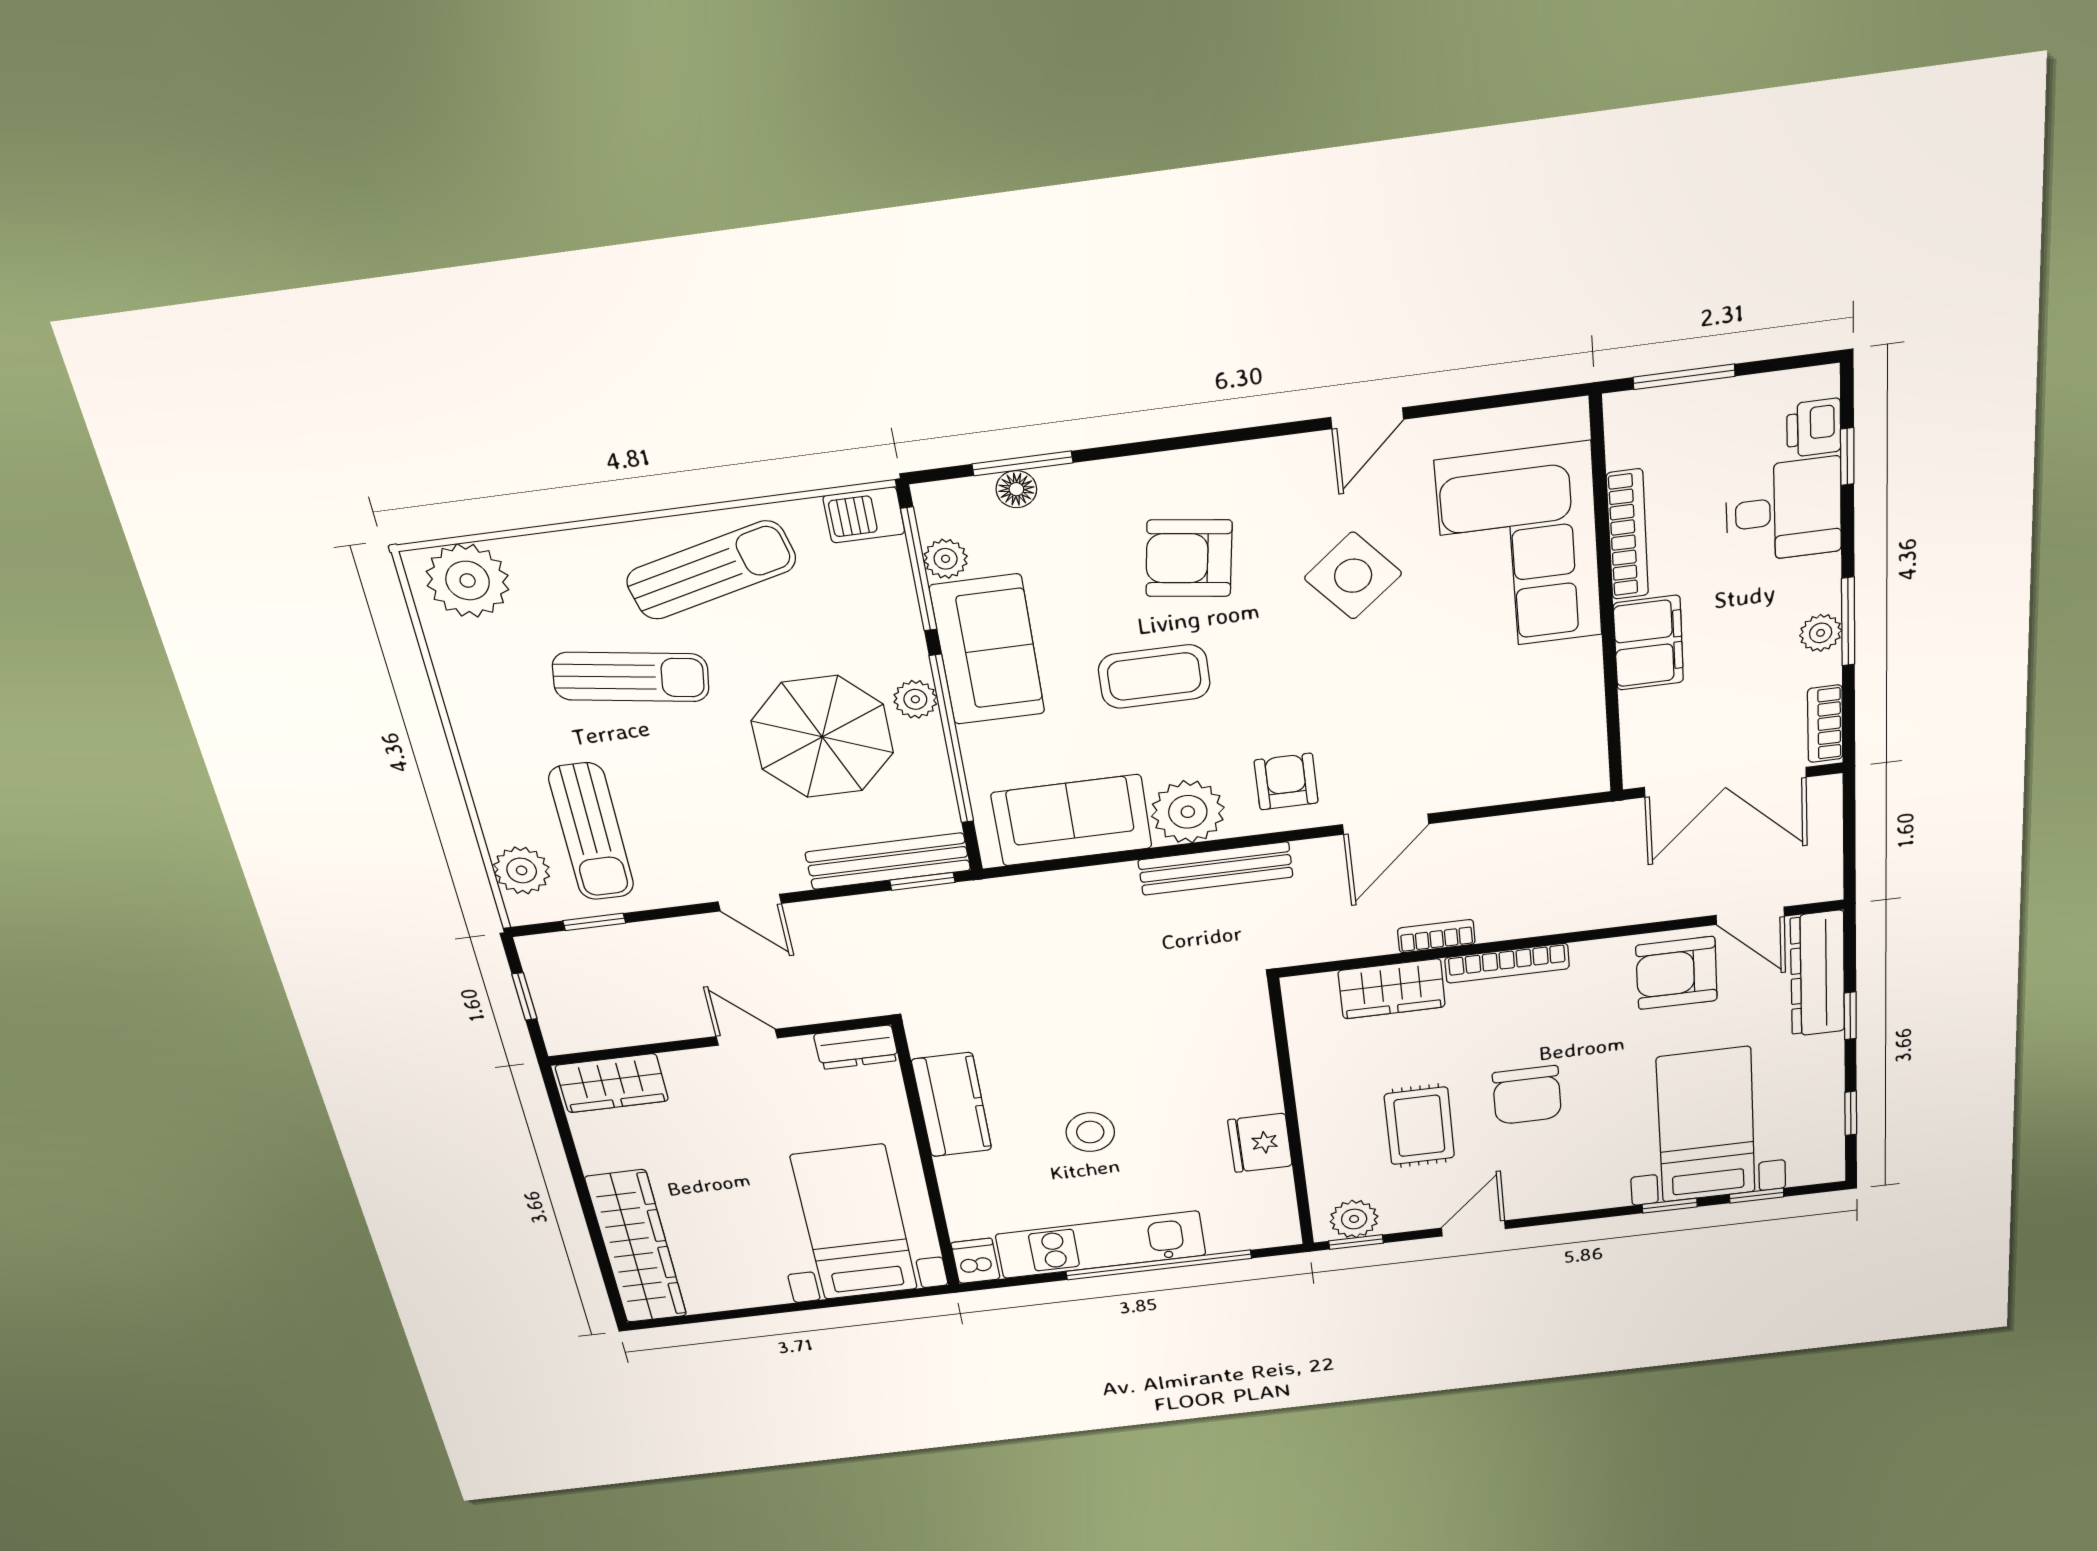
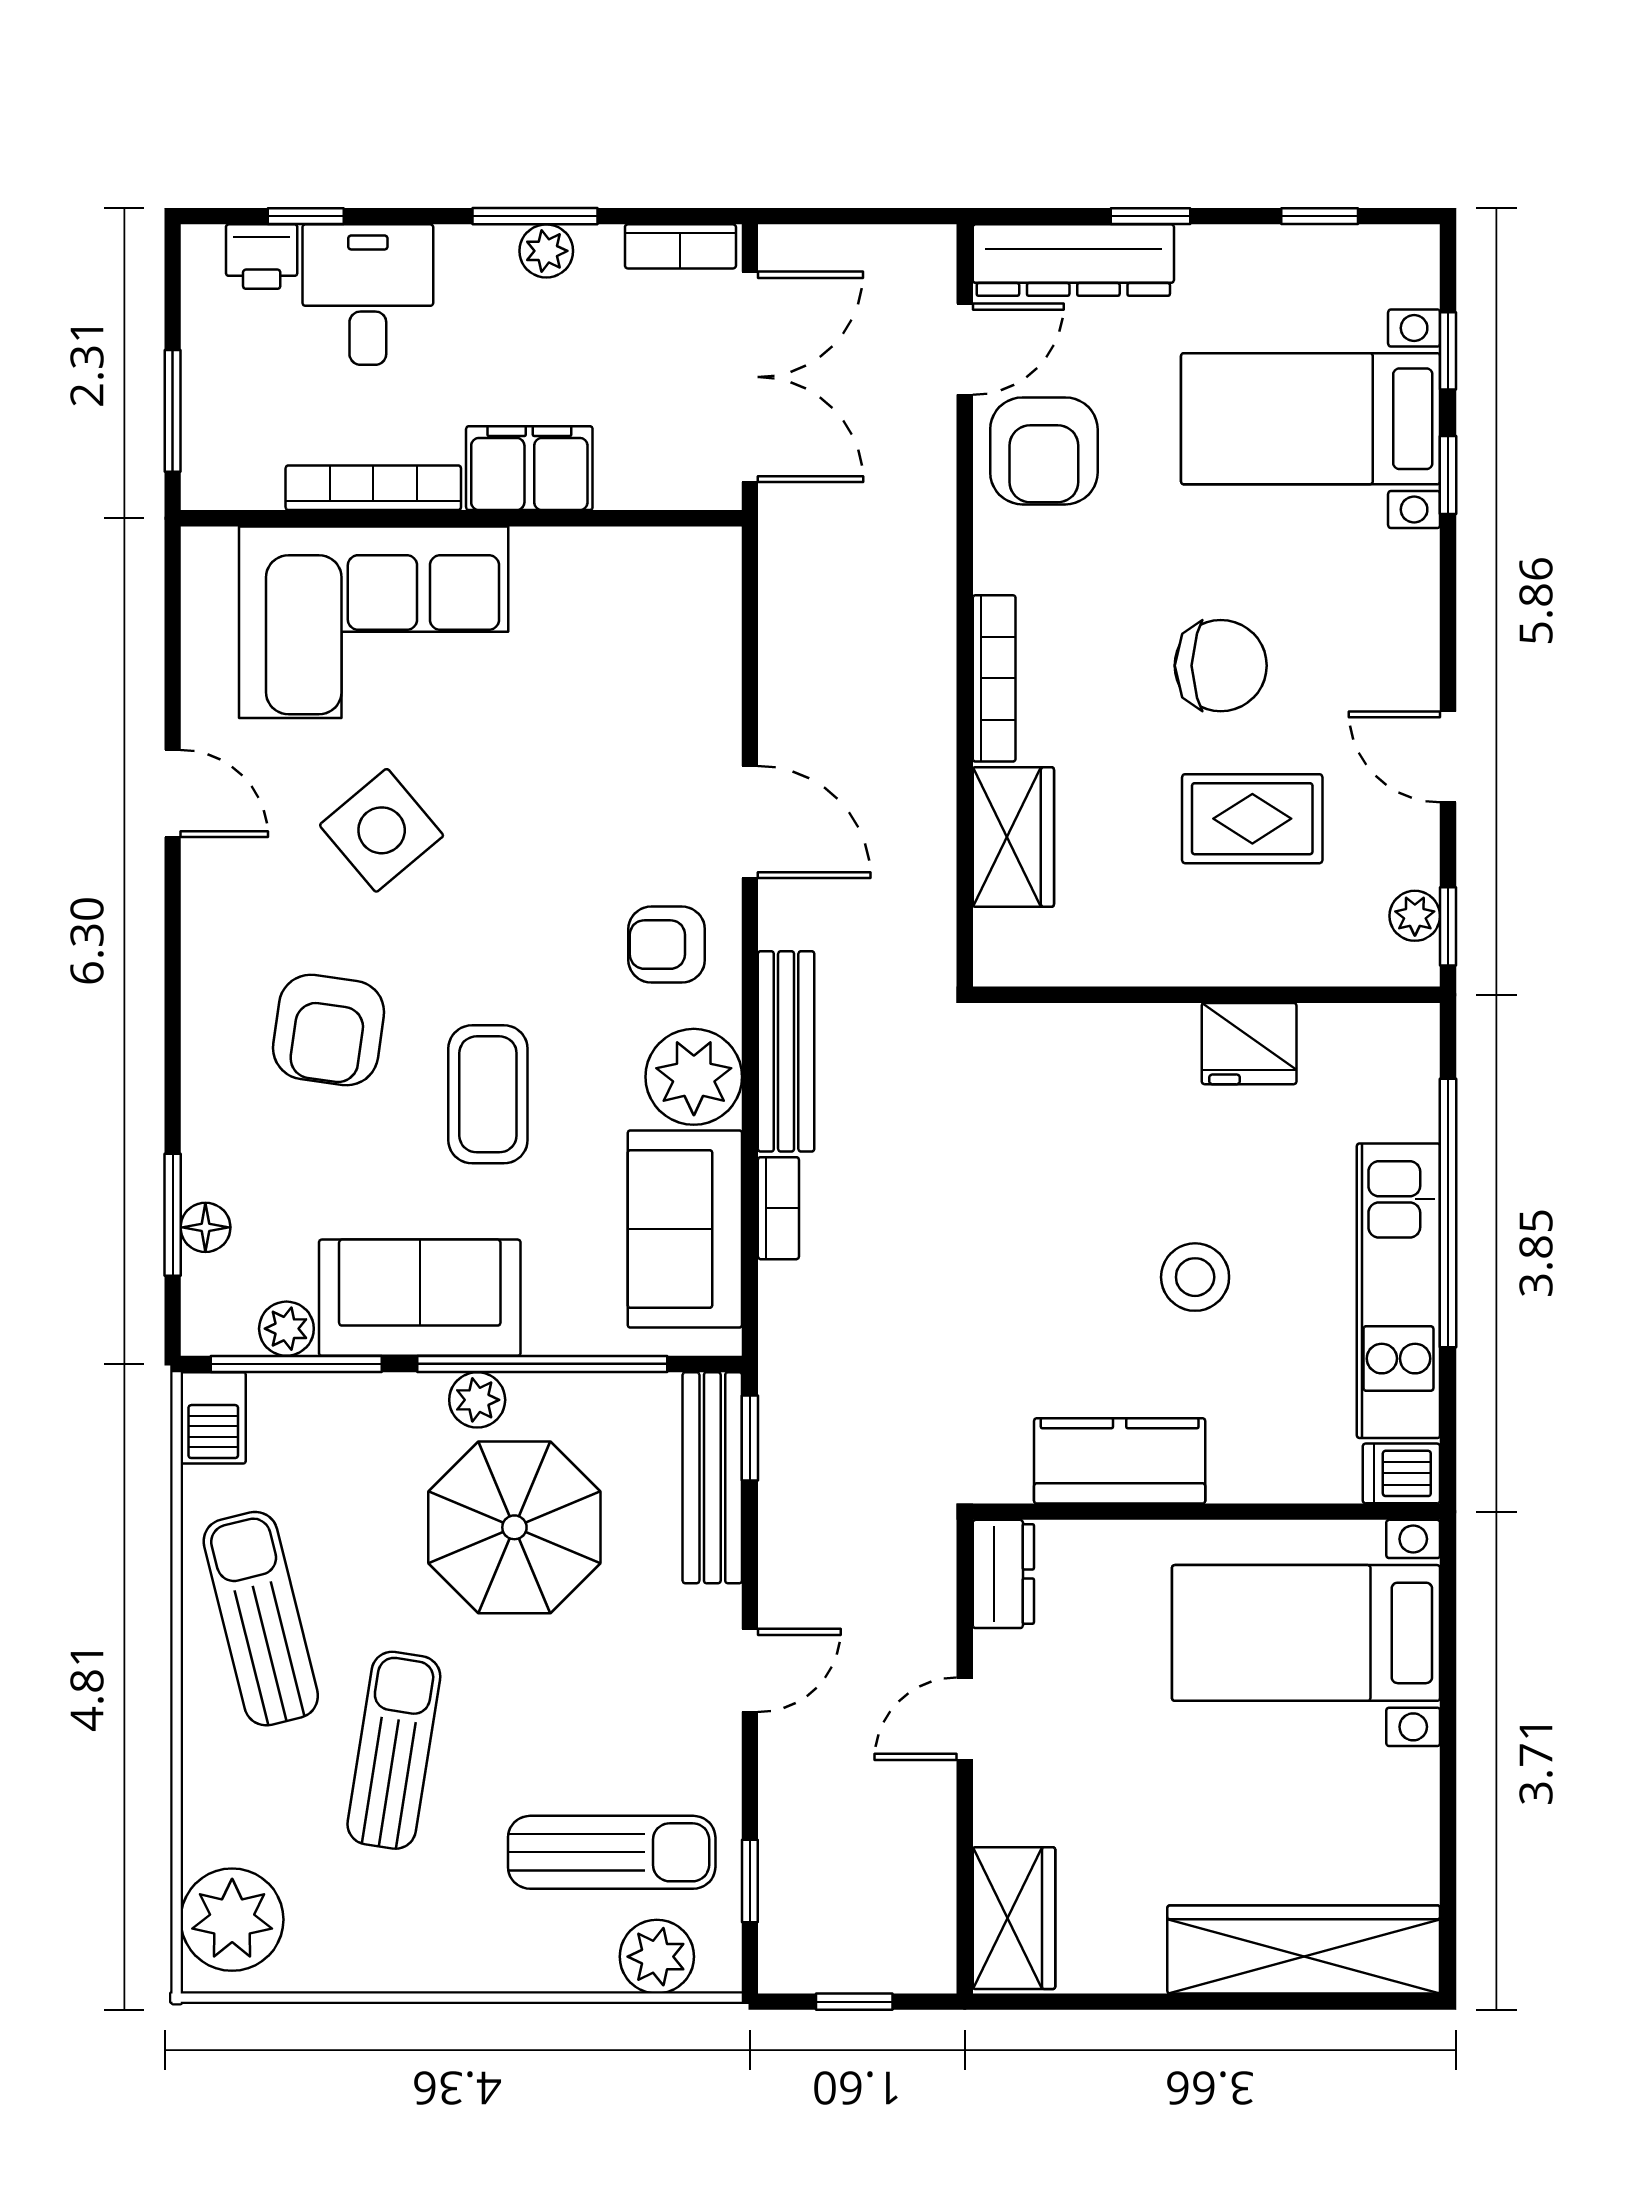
bookcase: (1436, 936) -> (778, 1208), moved, turned 180
plant: (1354, 1219) -> (1415, 916), width x0.73, depth x0.73

